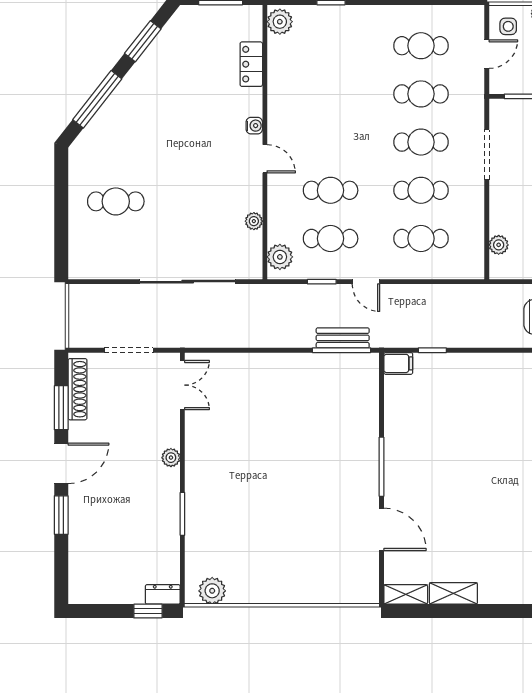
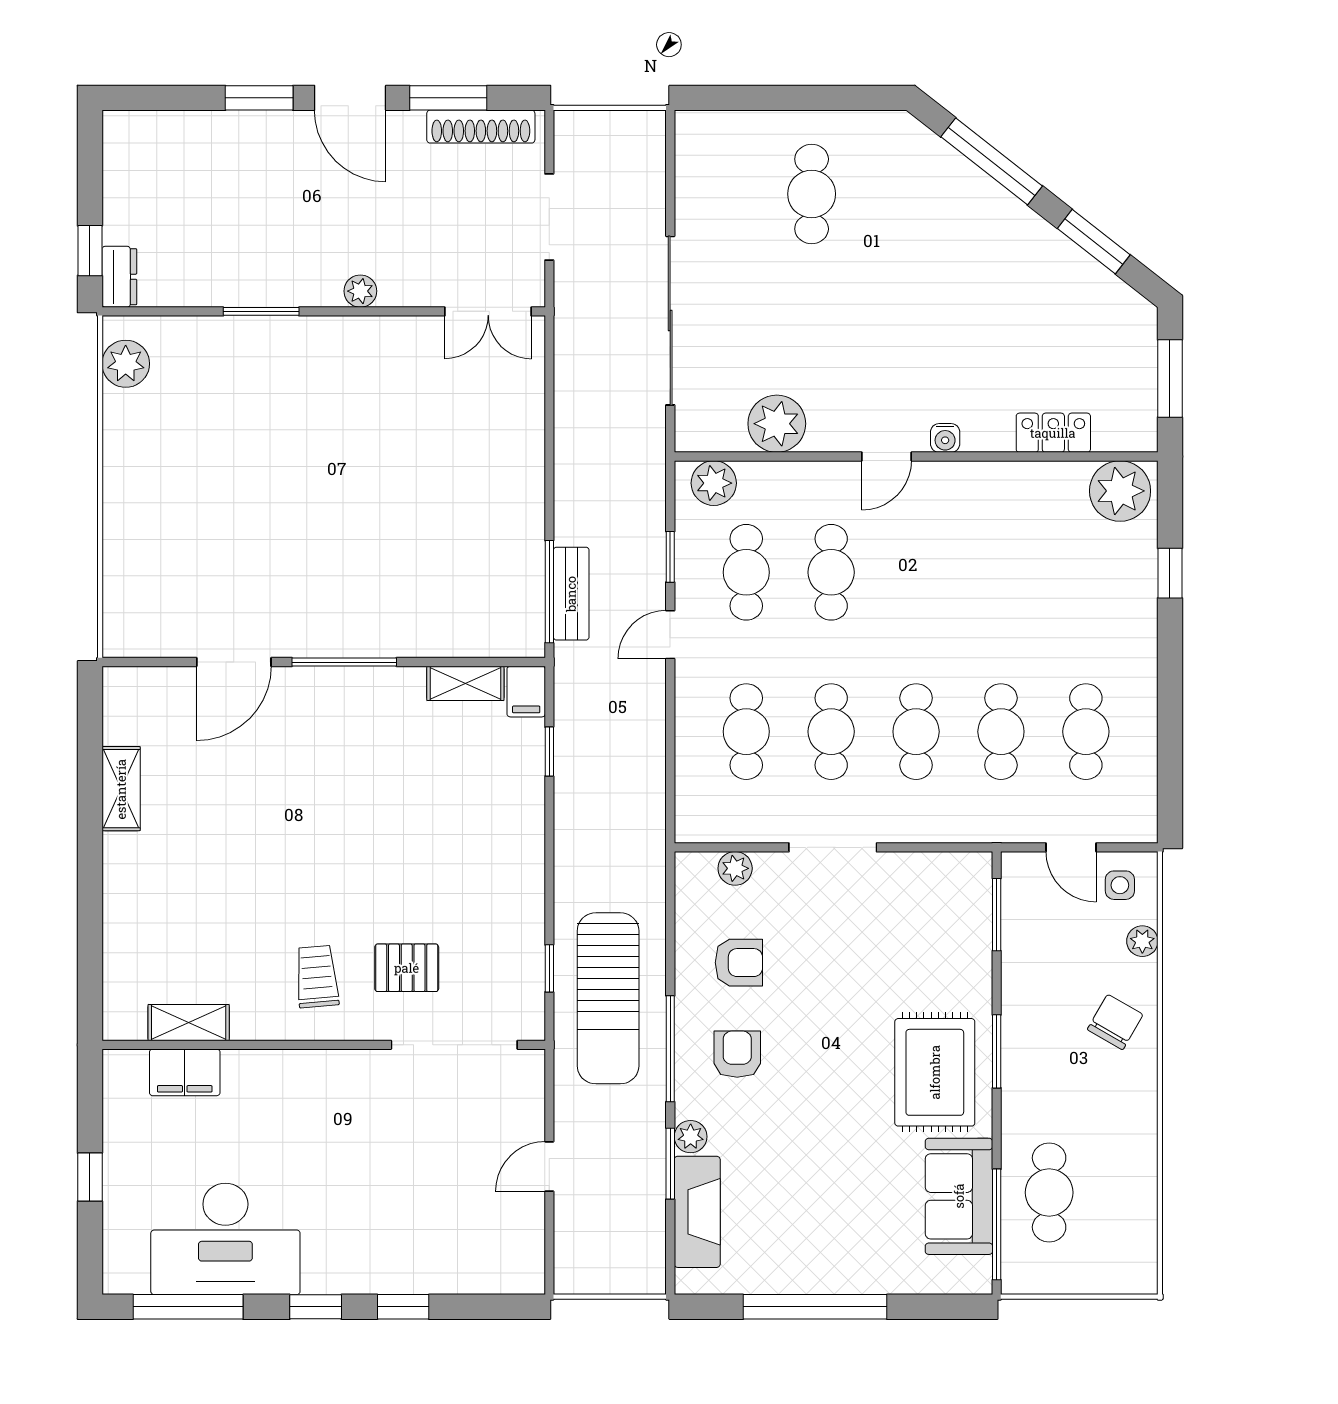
plant: (280, 22) -> (1120, 491), width x1.36, depth x1.36
doorway: (487, 155) -> (833, 847), moved
plant: (254, 221) -> (777, 424), width x1.87, depth x1.87
shelving: (406, 594) -> (465, 683), moved, turned 90

